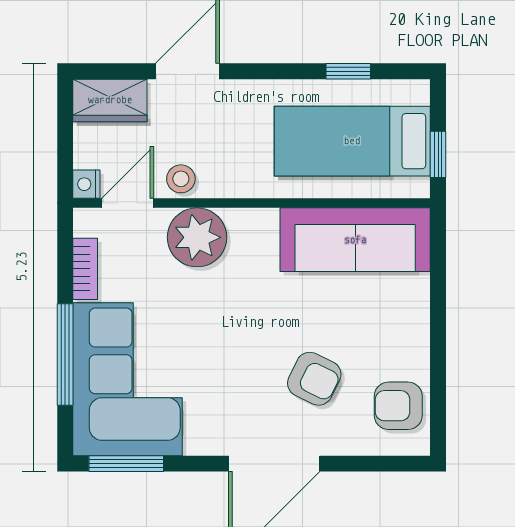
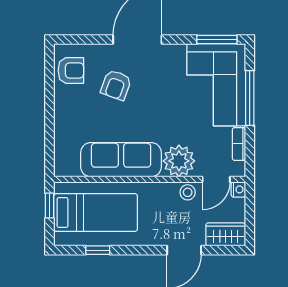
sofa: (355, 240) -> (121, 160), moved
armchair: (314, 379) -> (116, 85), turned -96

